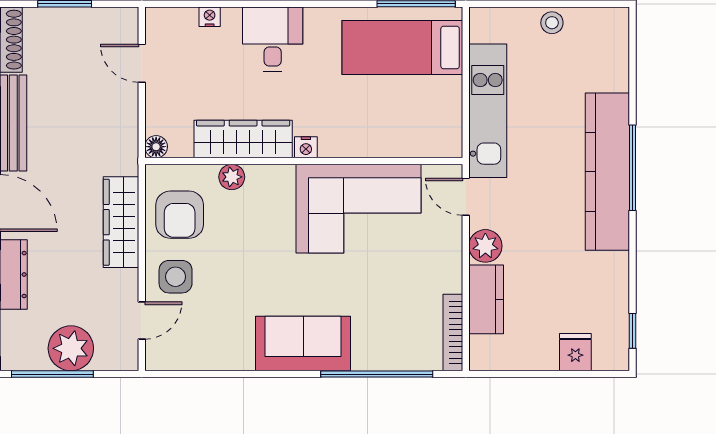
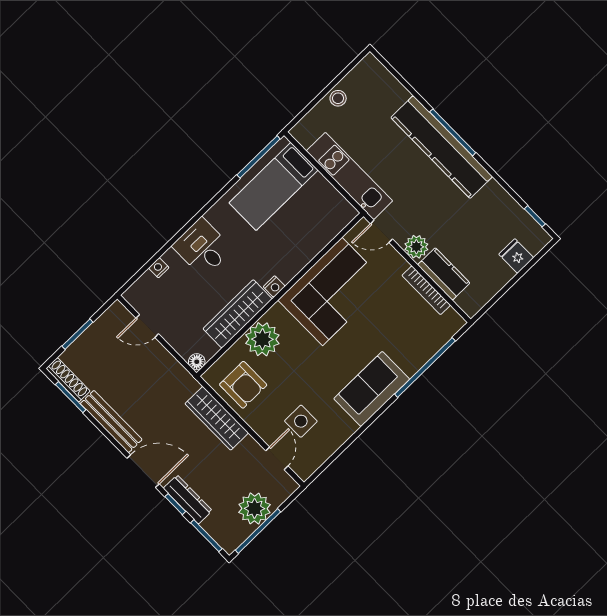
plant: (232, 177) -> (262, 339), width x1.88, depth x1.88
side table: (176, 277) -> (301, 421), moved
bookcase: (453, 333) -> (426, 290), moved

